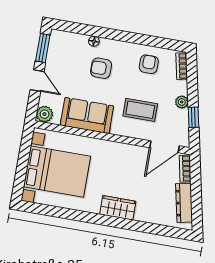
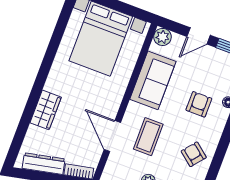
armchair: (149, 64) -> (194, 154), turned -141
door: (165, 147) -> (112, 136), moved
wardrobe: (118, 208) -> (46, 110), moved

